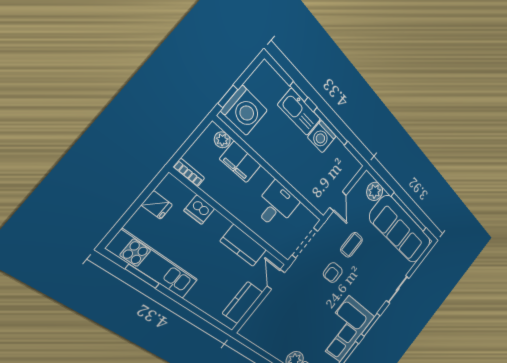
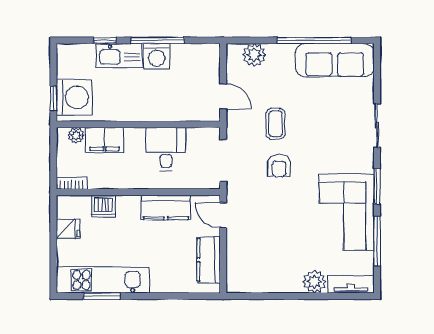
sofa: (401, 230) -> (335, 60), width x0.74, depth x0.79

